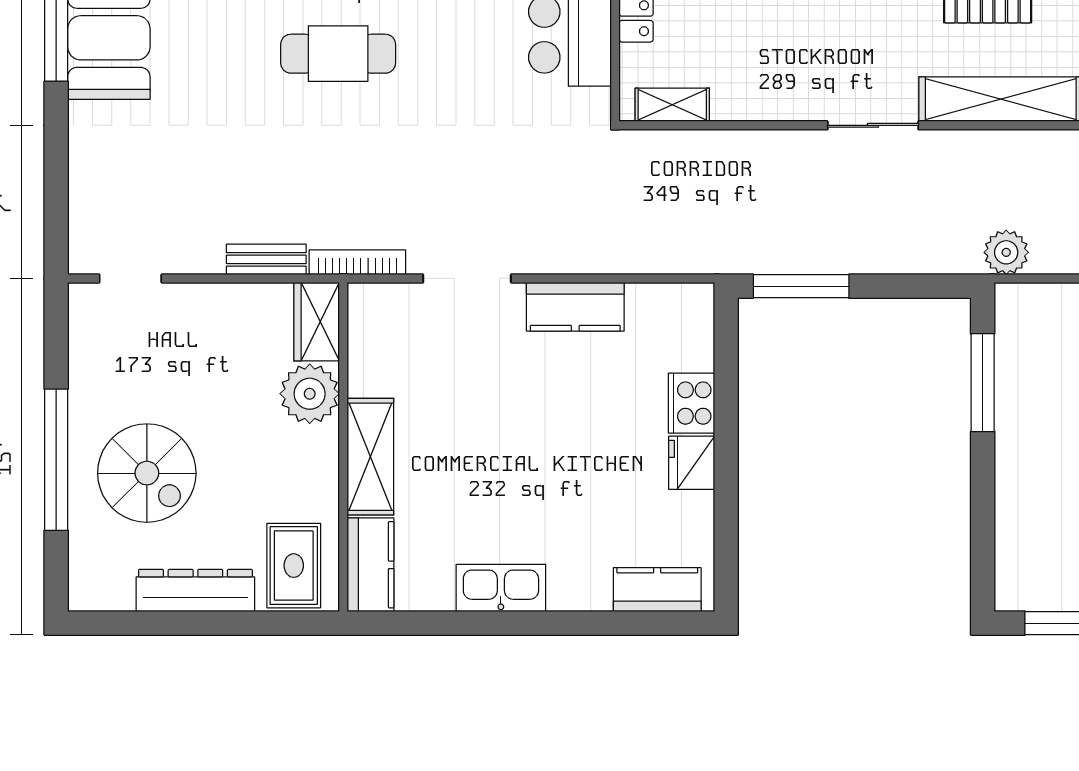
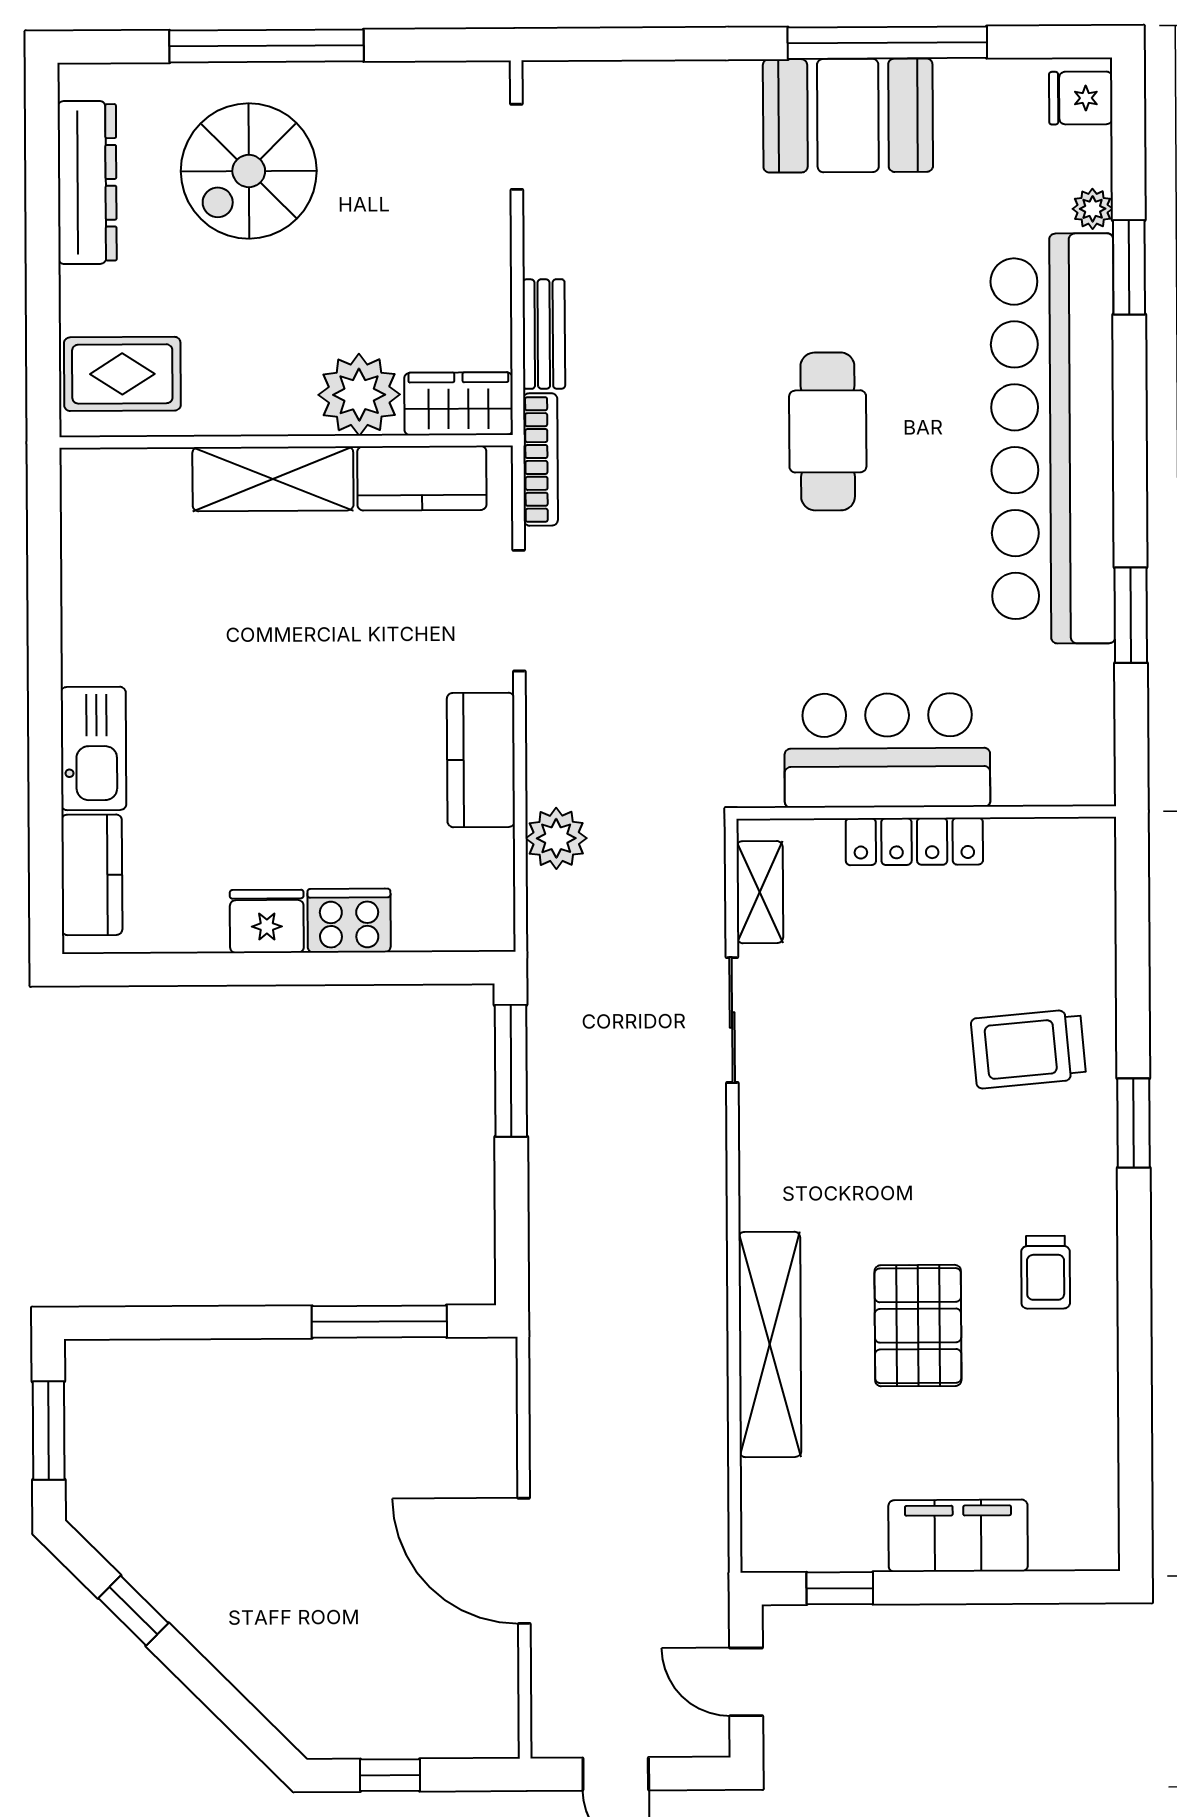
sliding door: (873, 125) -> (732, 1020), moved
plant: (1006, 252) -> (556, 838), moved
kitchen counter: (371, 565) -> (422, 478), moved
kitchen sink: (501, 588) -> (93, 748), moved
dresser: (195, 590) -> (87, 182), moved

